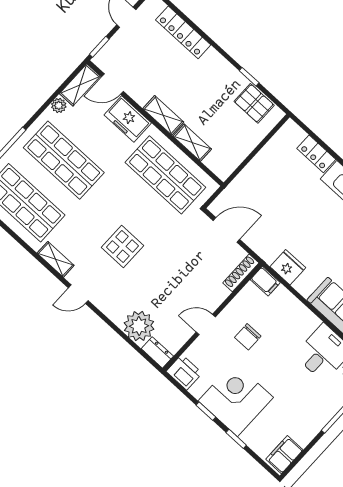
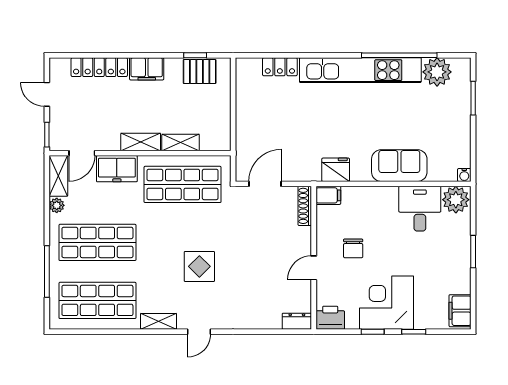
filing cabinet: (217, 66) -> (147, 69), added
window: (249, 77) -> (195, 55), moved
plant: (139, 326) -> (265, 314), removed

